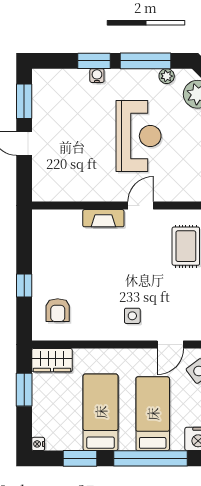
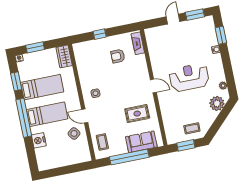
window: (94, 61) -> (221, 35), moved
window: (146, 61) -> (229, 73), removed
reception desk: (139, 136) -> (189, 77), turned 180
fireplace: (103, 218) -> (138, 43), moved
armchair: (58, 310) -> (118, 56), moved
window: (24, 390) -> (35, 47), moved

